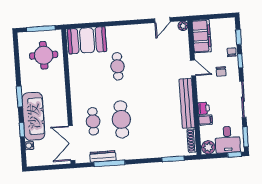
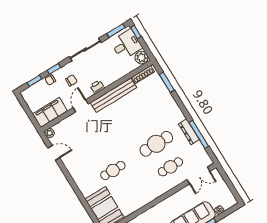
printer: (204, 108) -> (97, 87), moved
filing cabinet: (206, 120) -> (119, 72), removed
double door: (72, 143) -> (198, 175), width x0.73
dresser: (103, 156) -> (189, 132), moved

